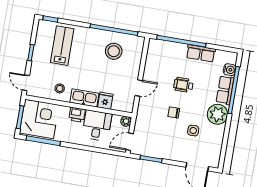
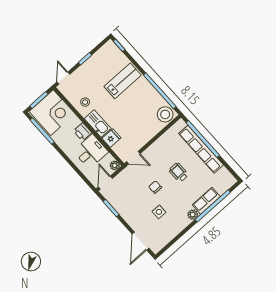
lab bench: (62, 46) -> (123, 81), moved
stool: (114, 51) -> (165, 114), moved
row of seats: (201, 53) -> (201, 149), width x2.02
water cooler: (229, 70) -> (222, 188), removed
door: (139, 88) -> (133, 158), moved
plant: (217, 114) -> (193, 215), width x0.53, depth x0.53
door: (130, 142) -> (105, 183), hinge flipped

